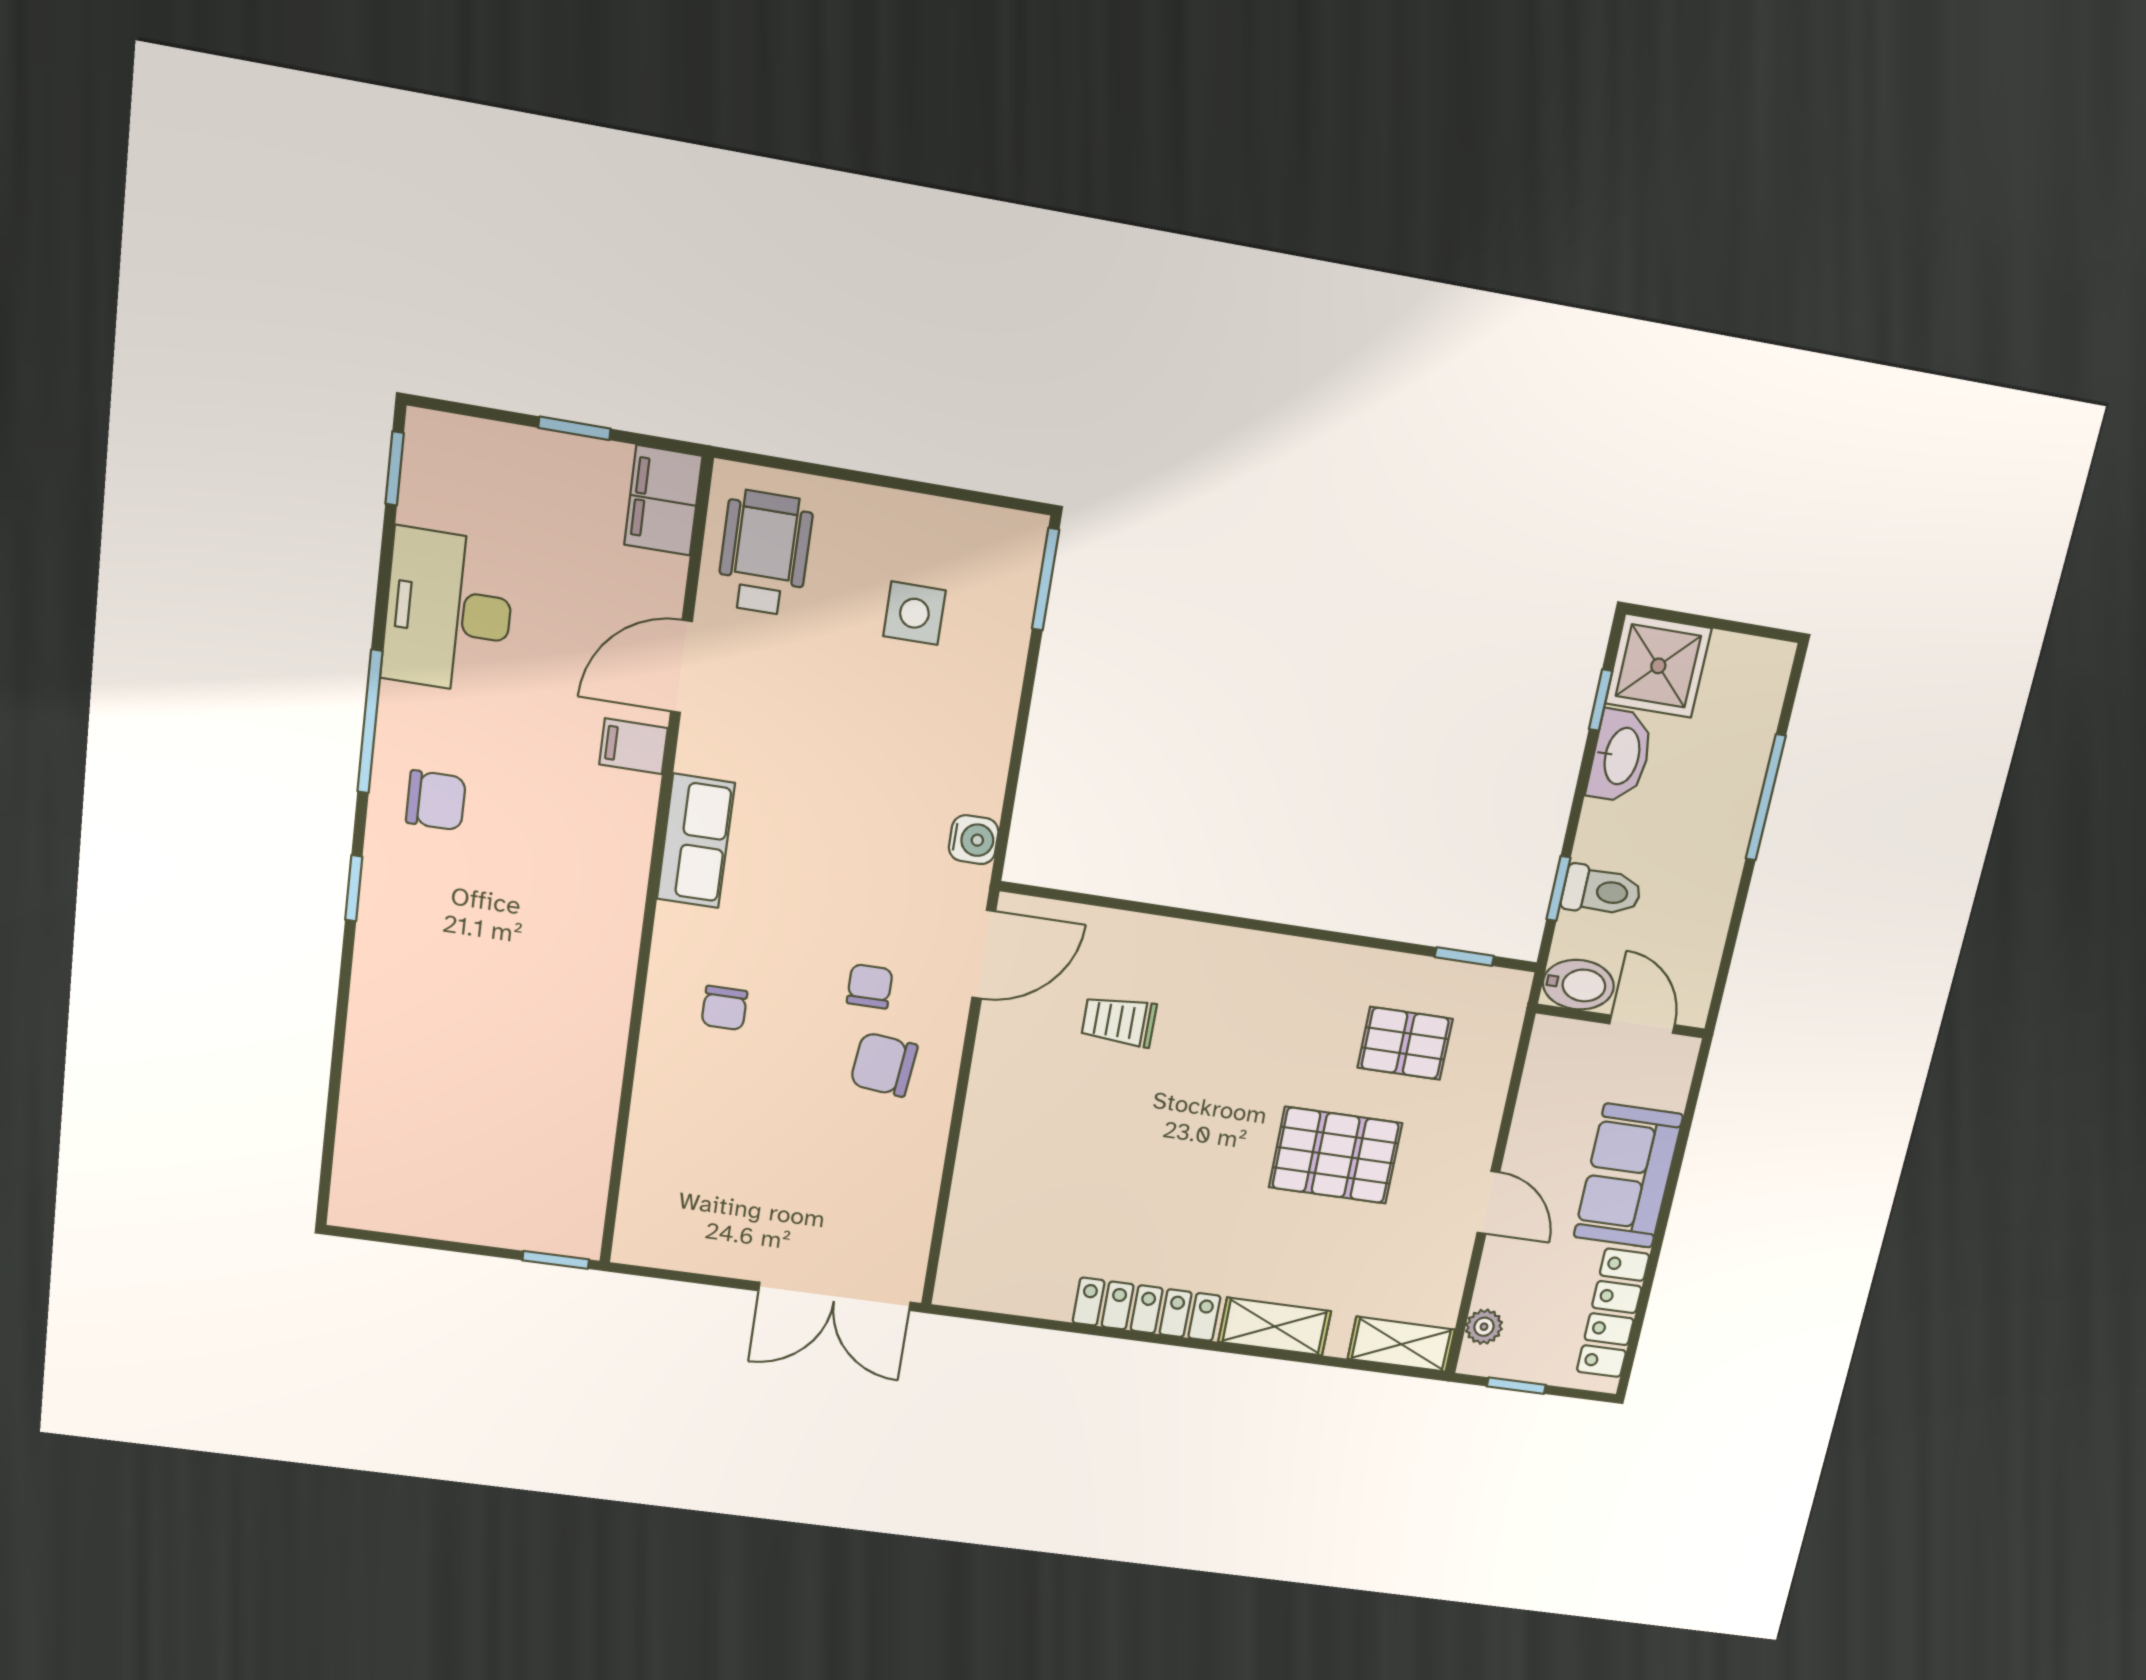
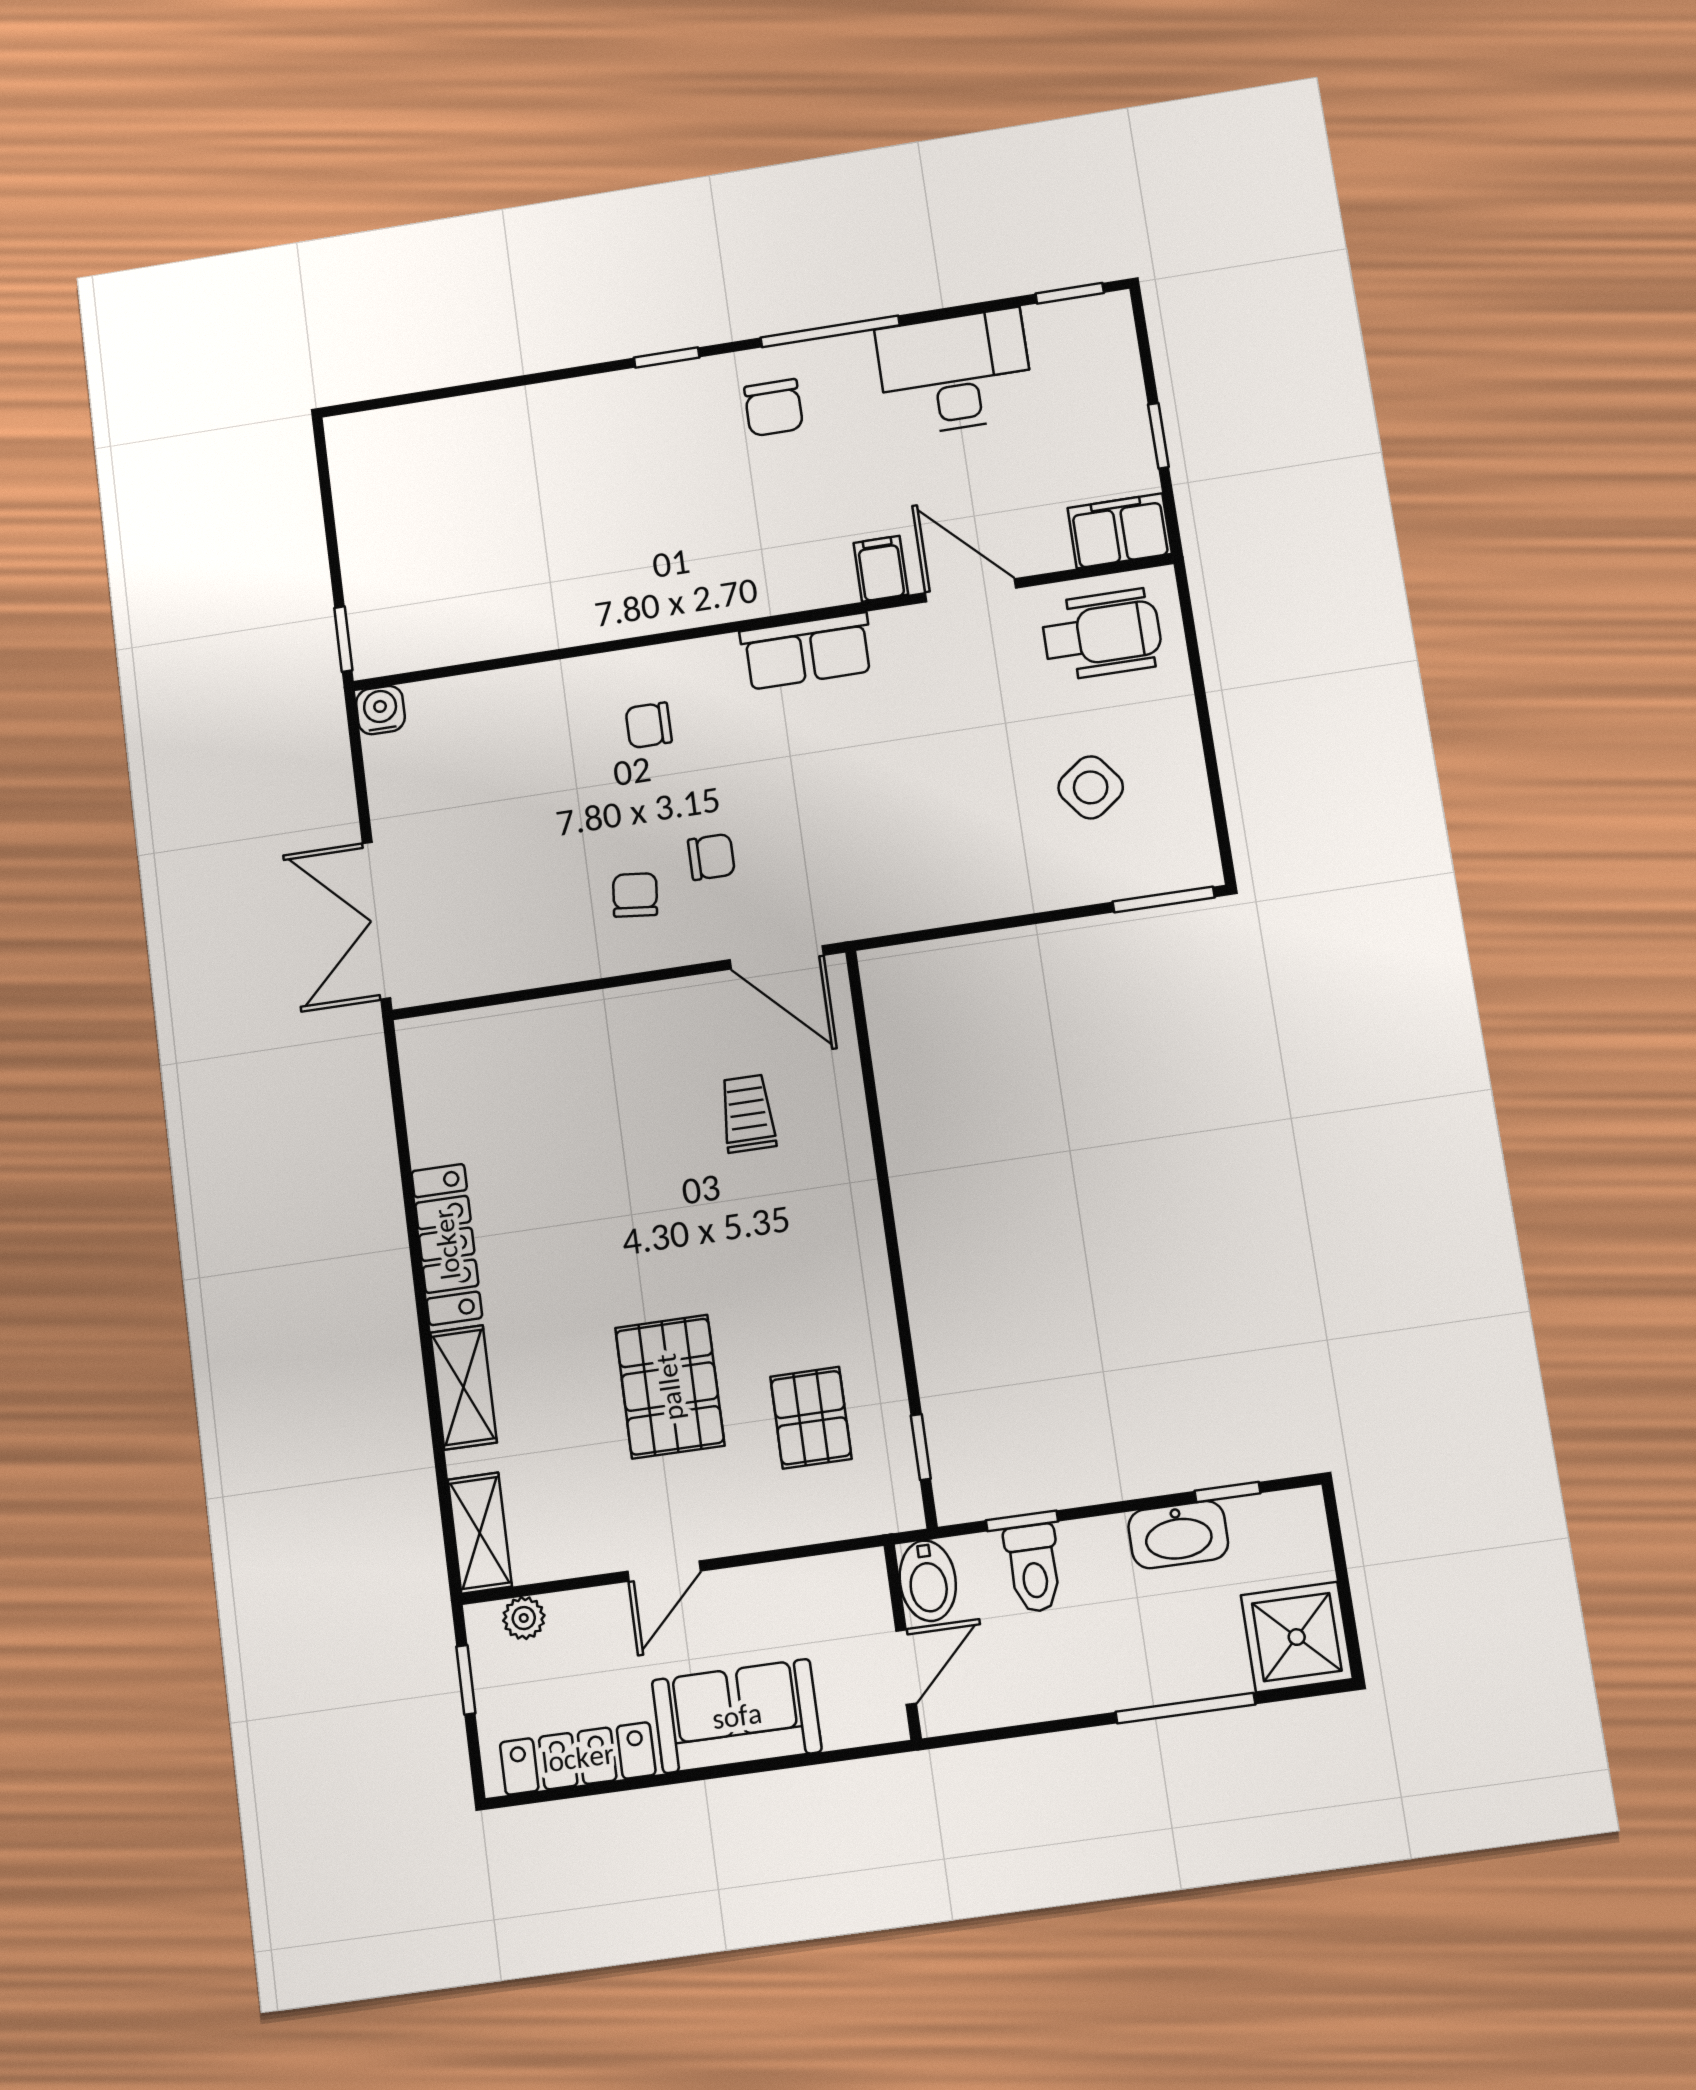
side table: (914, 613) -> (1091, 787), turned -37
shower: (1658, 666) -> (1297, 1637), moved
water cooler: (974, 840) -> (380, 710), moved, turned 180
chair: (884, 1065) -> (635, 895), width x0.73, depth x0.73

